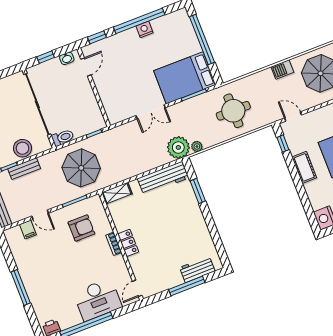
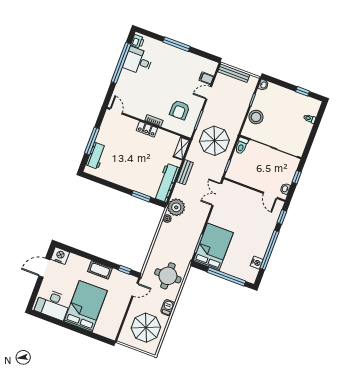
nightstand: (144, 29) -> (257, 263), moved
round table: (233, 111) -> (168, 276), moved
double door: (151, 112) -> (217, 194), moved
bench: (24, 169) -> (185, 172), moved
desk: (98, 299) -> (138, 61), moved, width x0.73

